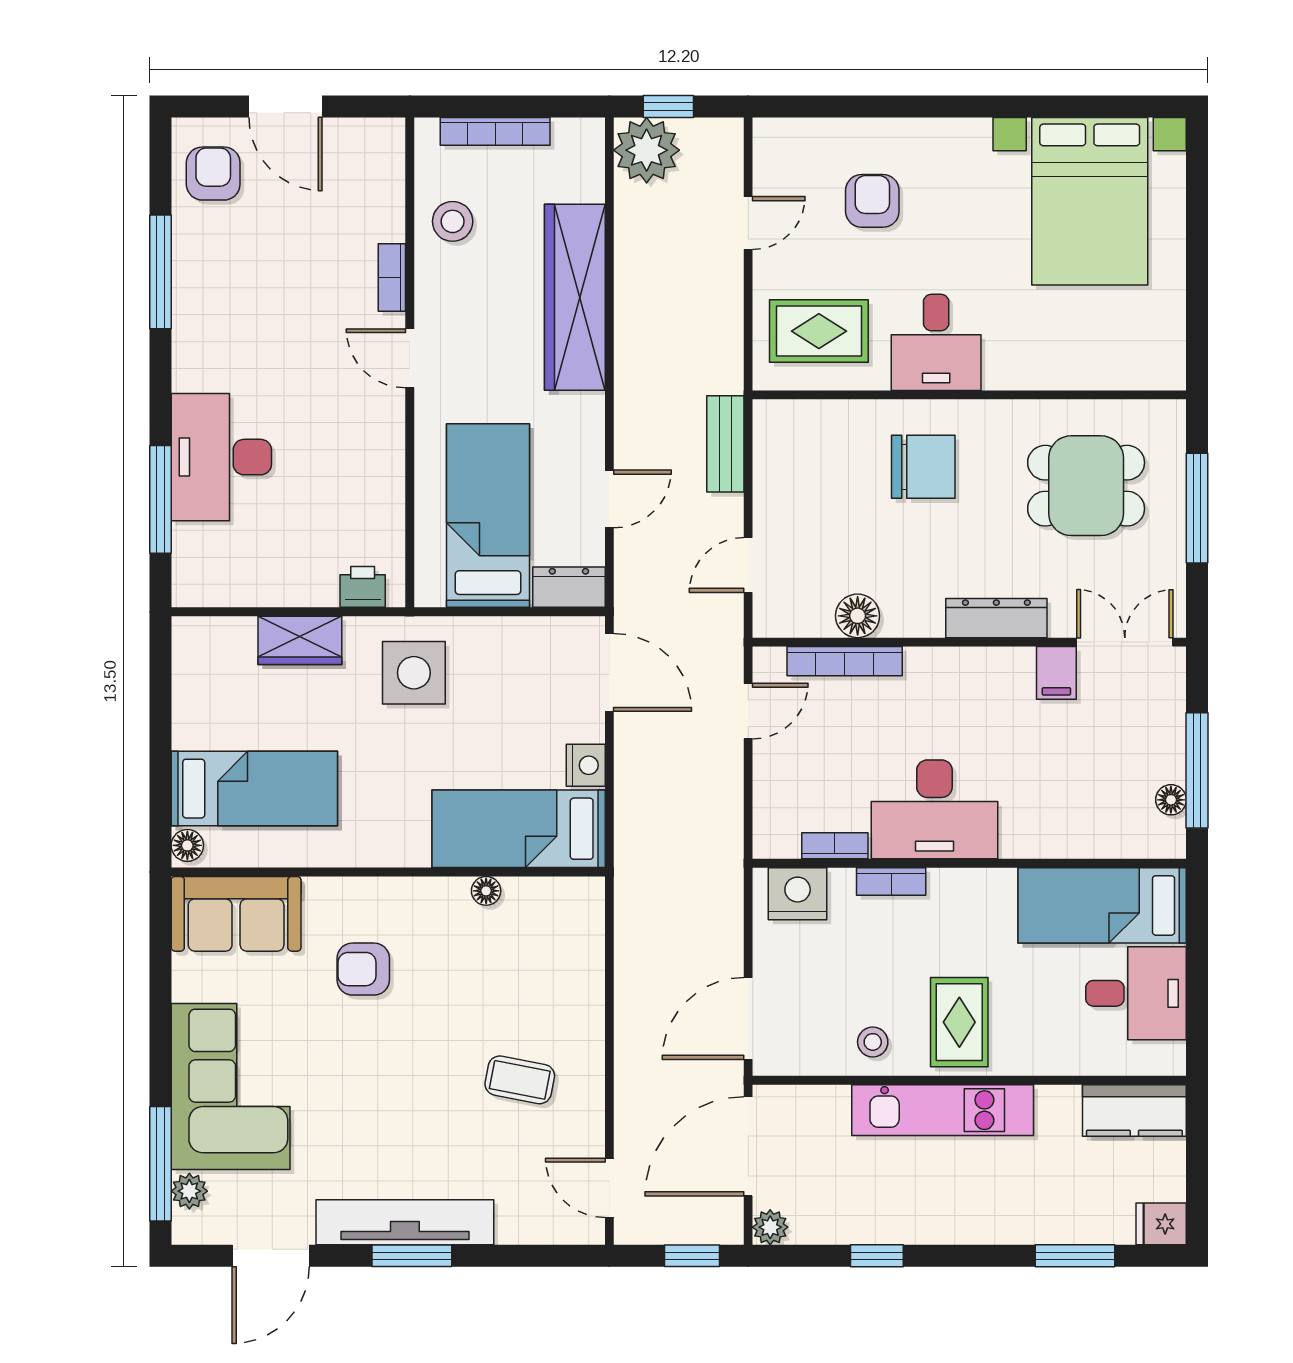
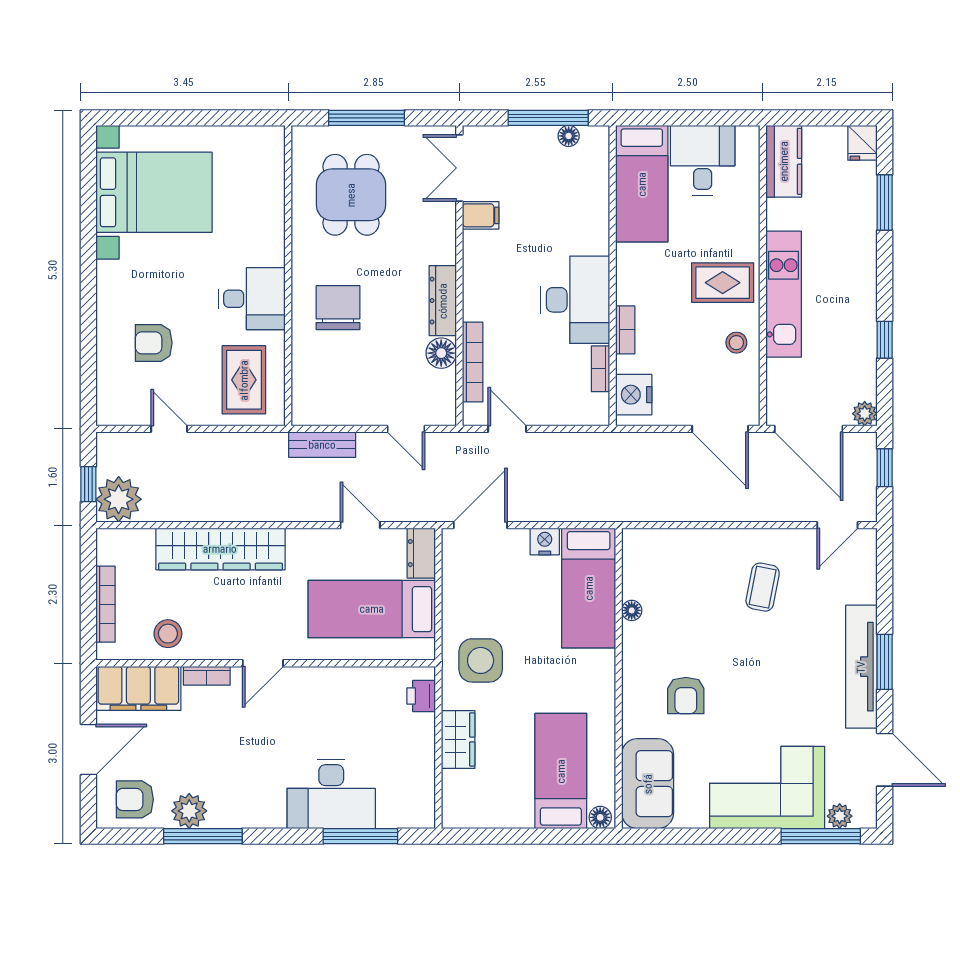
filing cabinet: (374, 179) -> (138, 688), added
plant: (197, 252) -> (189, 811), added
dresser: (996, 618) -> (443, 301), moved

